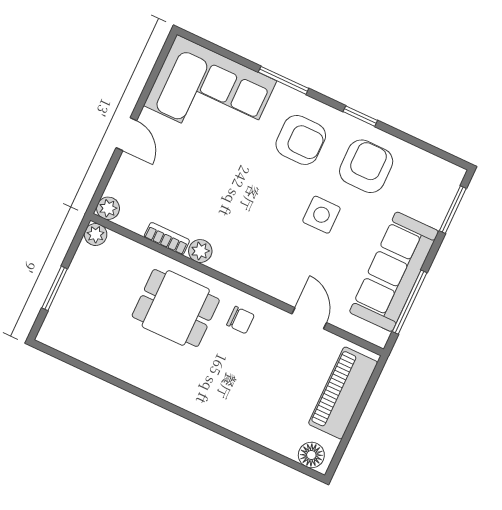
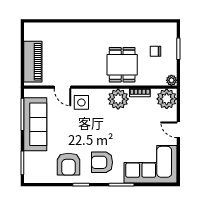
plant: (108, 208) -> (167, 99), width x1.88, depth x1.88
side table: (321, 215) -> (81, 102), moved
plant: (200, 251) -> (118, 99), width x1.88, depth x1.88
dining table: (176, 308) -> (122, 65), turned 90
chair: (241, 320) -> (156, 51), moved
floor lamp: (311, 455) -> (34, 29), removed

